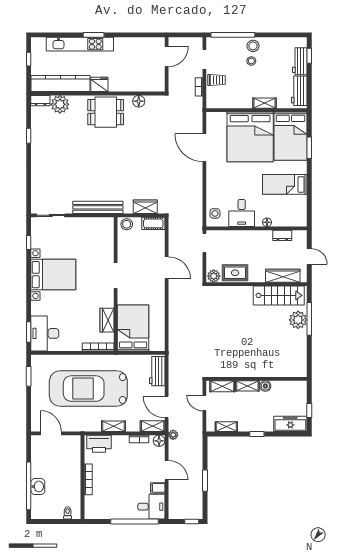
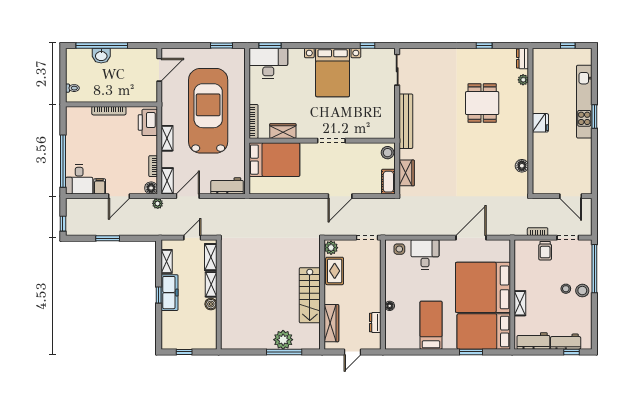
kitchen counter: (61, 83) -> (541, 80), removed
plant: (60, 104) -> (523, 80), width x0.53, depth x0.53
dining table: (106, 112) -> (482, 103), moved
desk: (242, 213) -> (425, 254), moved, turned 90
stairs: (279, 295) -> (310, 295), moved
freezer: (290, 424) -> (170, 293), moved

